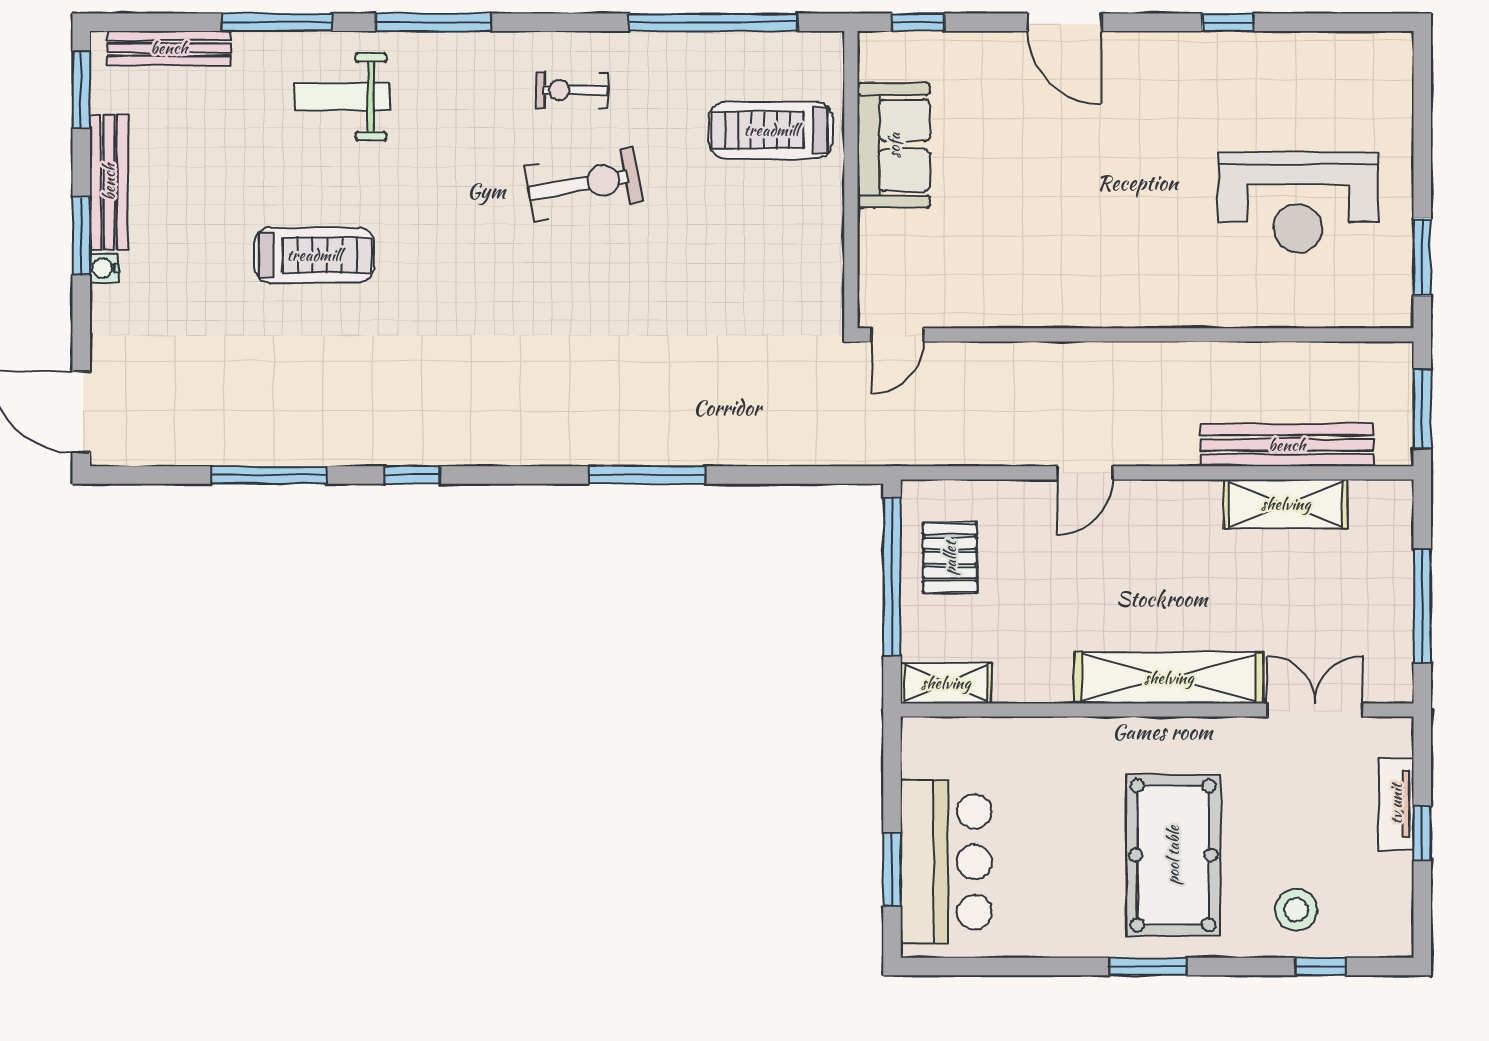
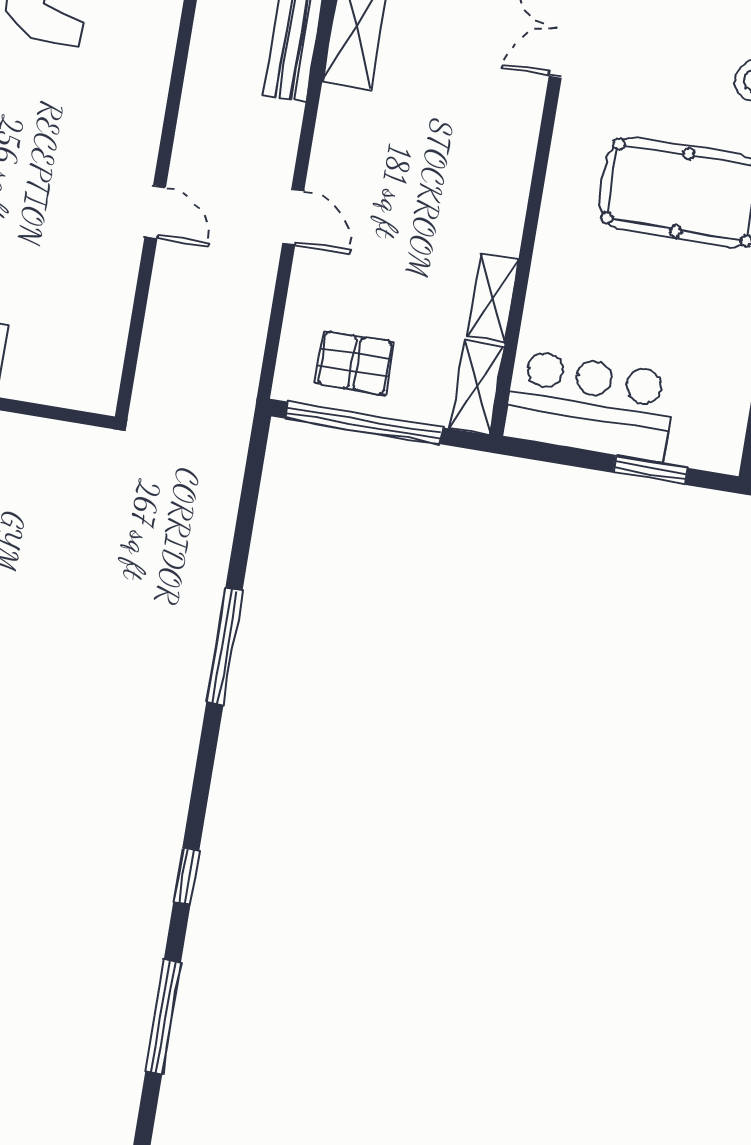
door: (897, 335) -> (155, 212), moved
shelving: (1169, 678) -> (493, 298), moved, width x0.45, depth x0.75
bar counter: (946, 862) -> (590, 406), moved

